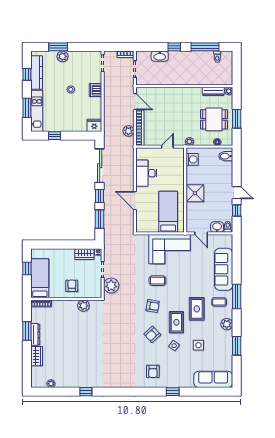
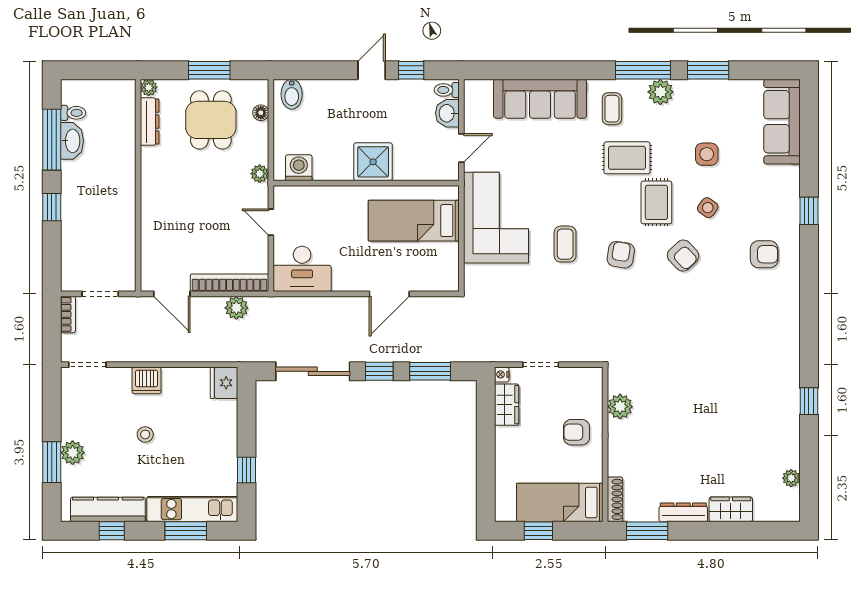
washbasin: (160, 56) -> (72, 141), moved
door: (135, 102) -> (172, 294), swing flipped
desk: (146, 173) -> (302, 269), moved
plant: (111, 286) -> (576, 346), removed
window: (237, 297) -> (643, 70), moved
rug: (176, 322) -> (656, 202), turned 90
window: (27, 331) -> (647, 531), moved

